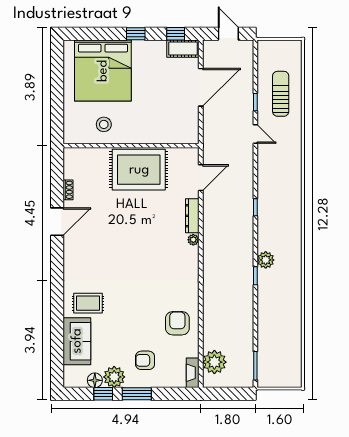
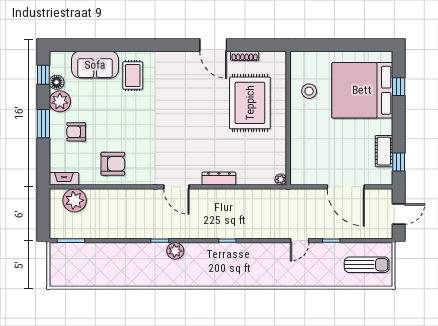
window: (136, 34) -> (399, 87), moved
cot: (183, 49) -> (384, 151), moved
sun lounger: (281, 94) -> (367, 265), moved
rug: (139, 170) -> (250, 103), moved
door: (201, 178) -> (176, 187), moved
shoe rack: (68, 190) -> (245, 56), width x1.43
plant: (193, 240) -> (281, 179), moved
armchair: (145, 360) -> (76, 132), turned -90
window: (103, 394) -> (43, 75), moved

